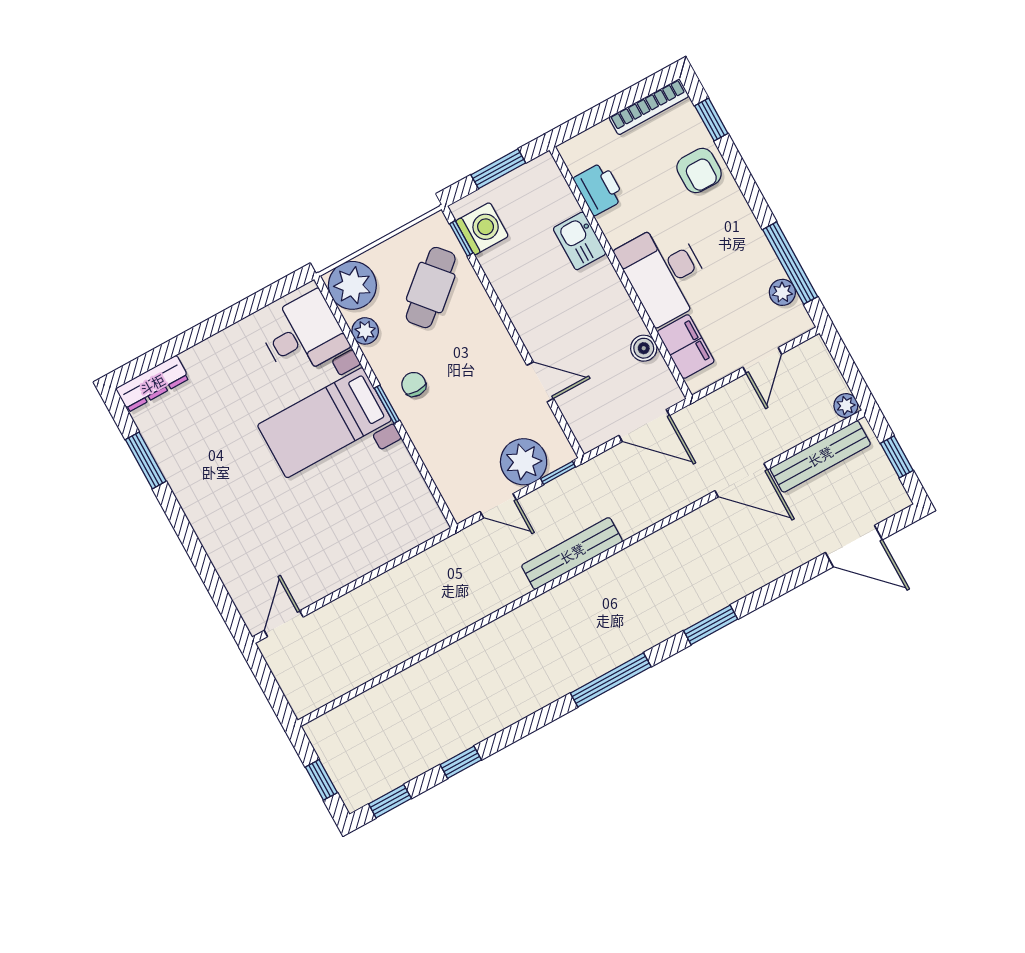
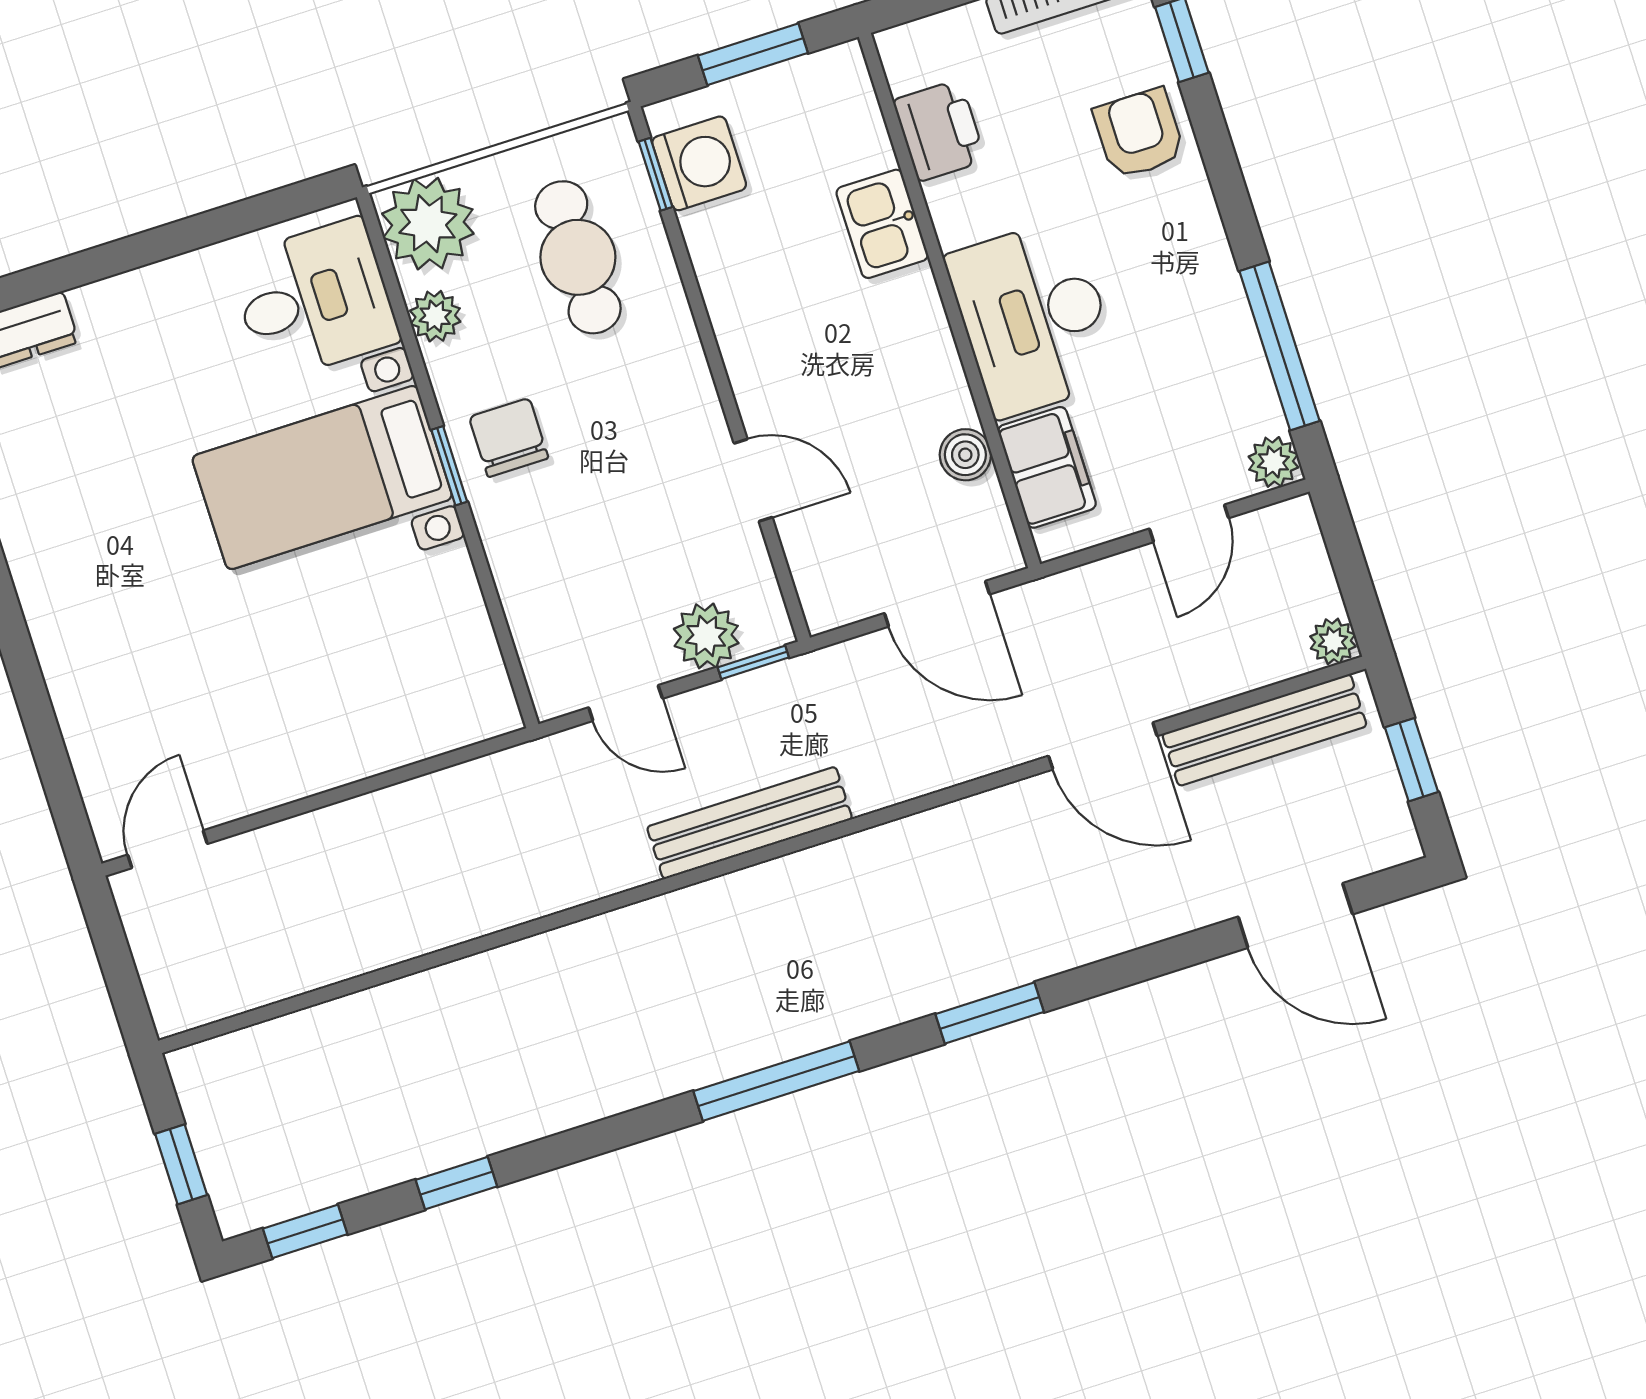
armchair: (699, 171) -> (1139, 133), turned 180
cafe table: (431, 288) -> (578, 257), turned -49
plant: (782, 292) -> (1273, 462), moved
chair: (414, 384) -> (509, 438), width x1.37, depth x1.37
plant: (524, 462) -> (706, 636), width x0.73, depth x0.73

